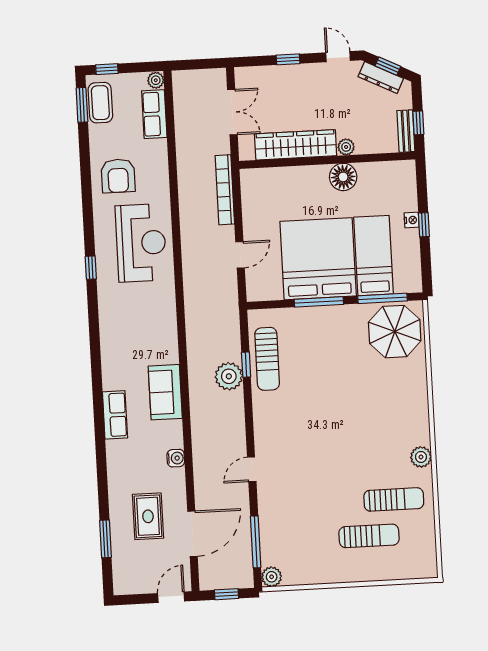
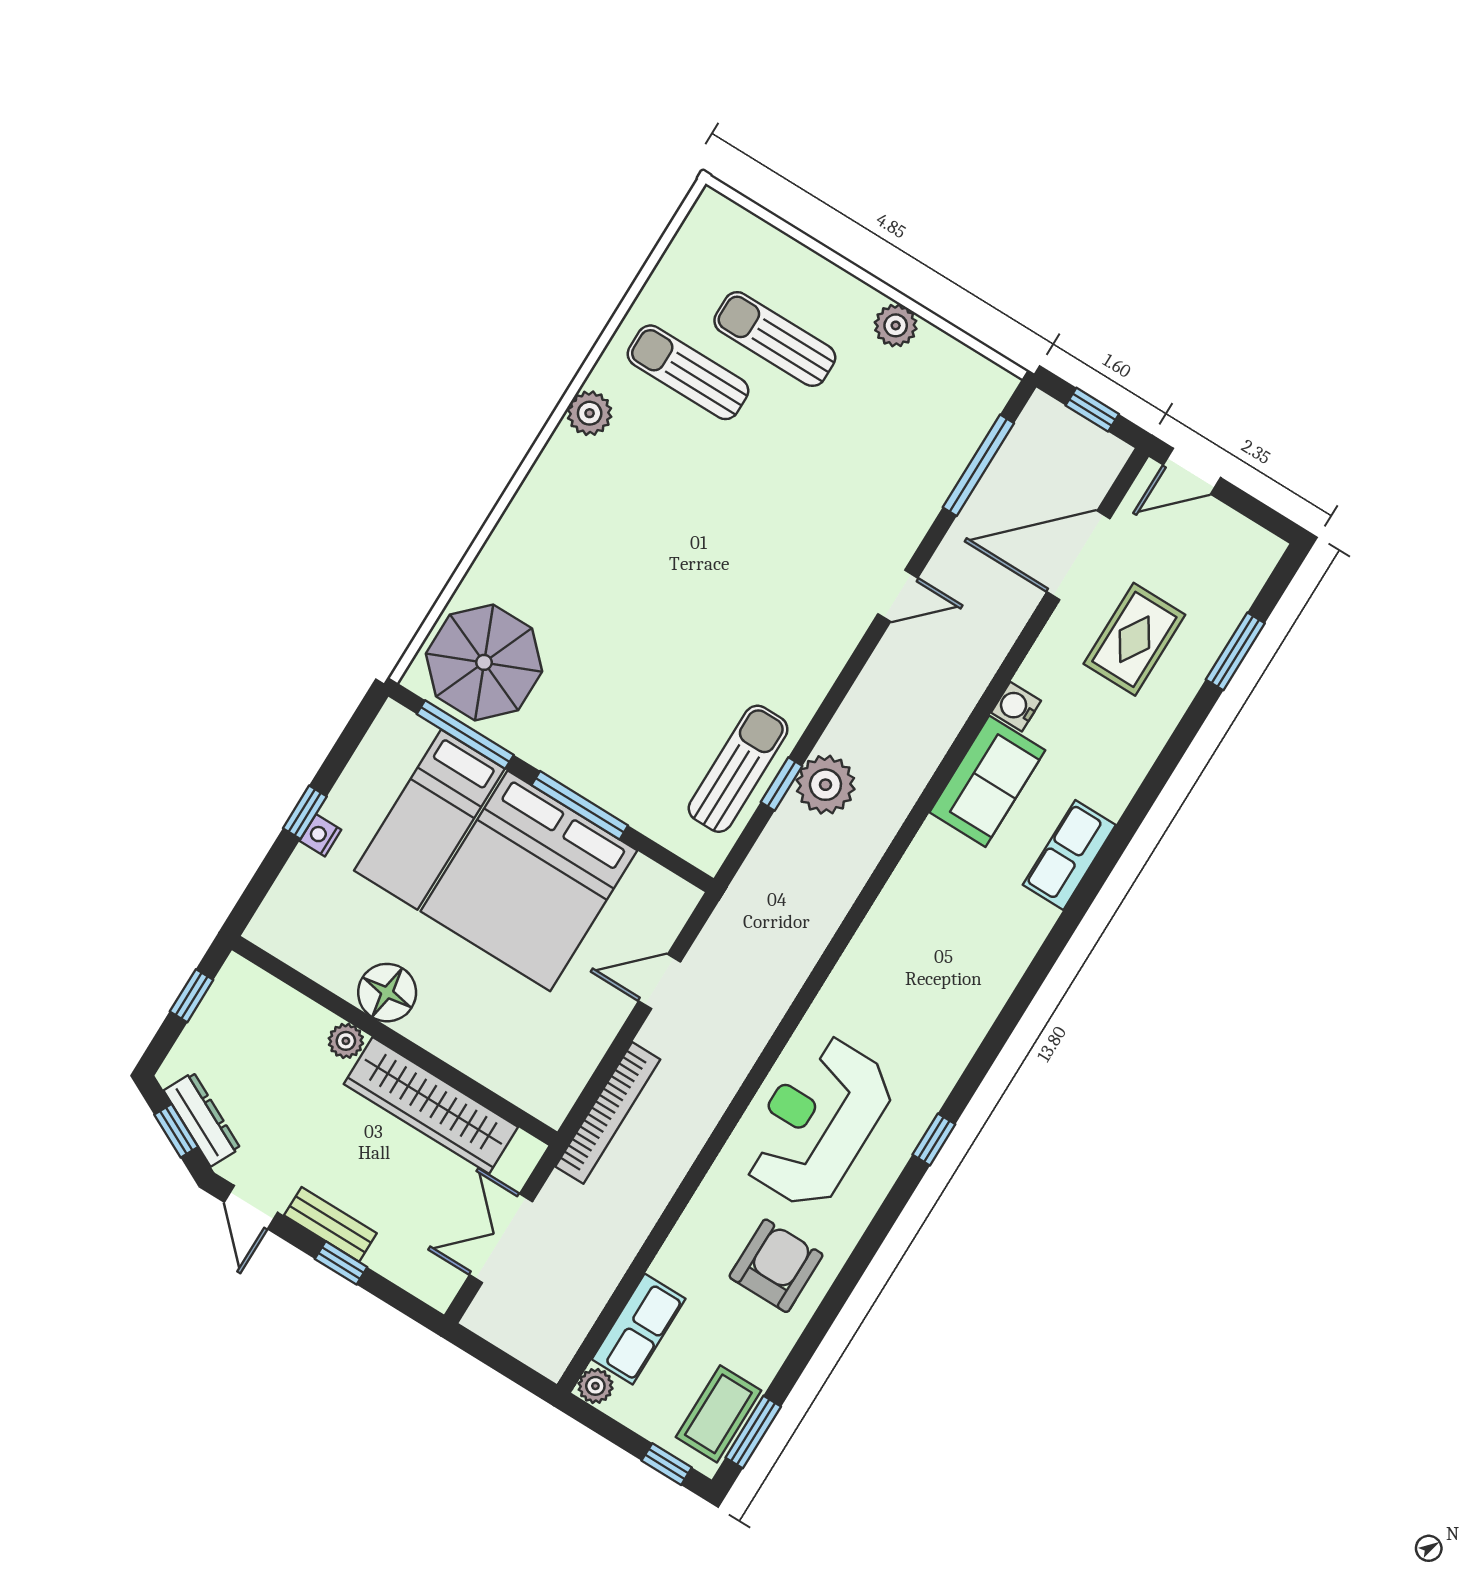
bench: (406, 131) -> (330, 1224), moved, turned 90
sofa: (165, 392) -> (987, 781), moved
plant: (272, 577) -> (896, 325), moved

